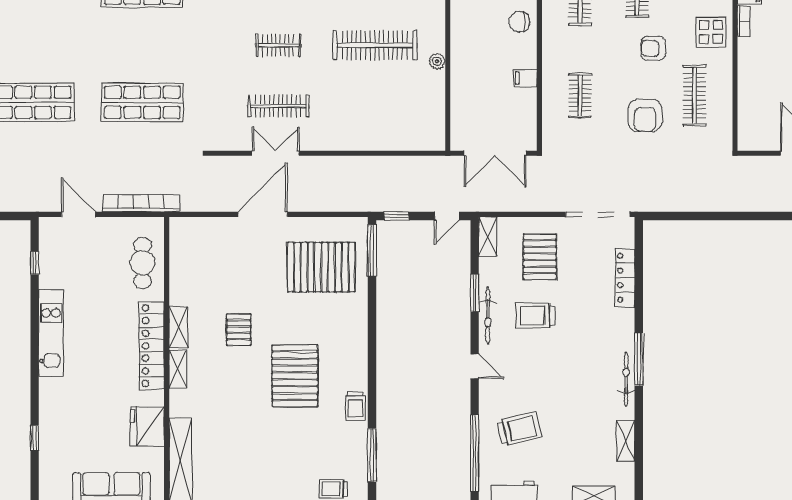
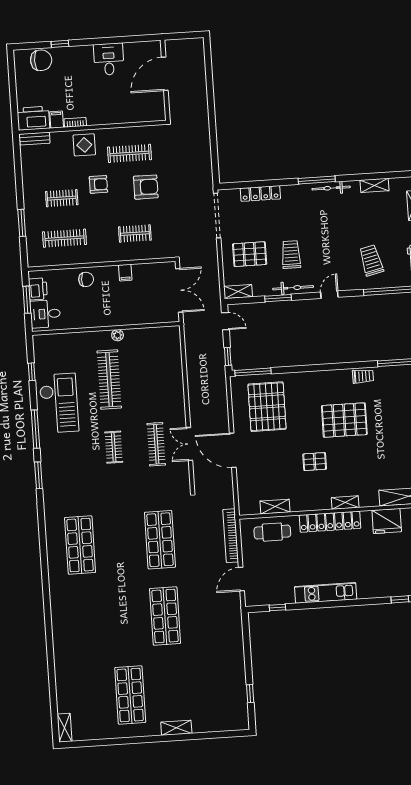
chair: (519, 22) -> (86, 279), turned -90
armchair: (653, 48) -> (98, 184), turned -90
trolley: (535, 316) -> (291, 255), turned 180
shelving: (178, 328) -> (275, 507), moved

